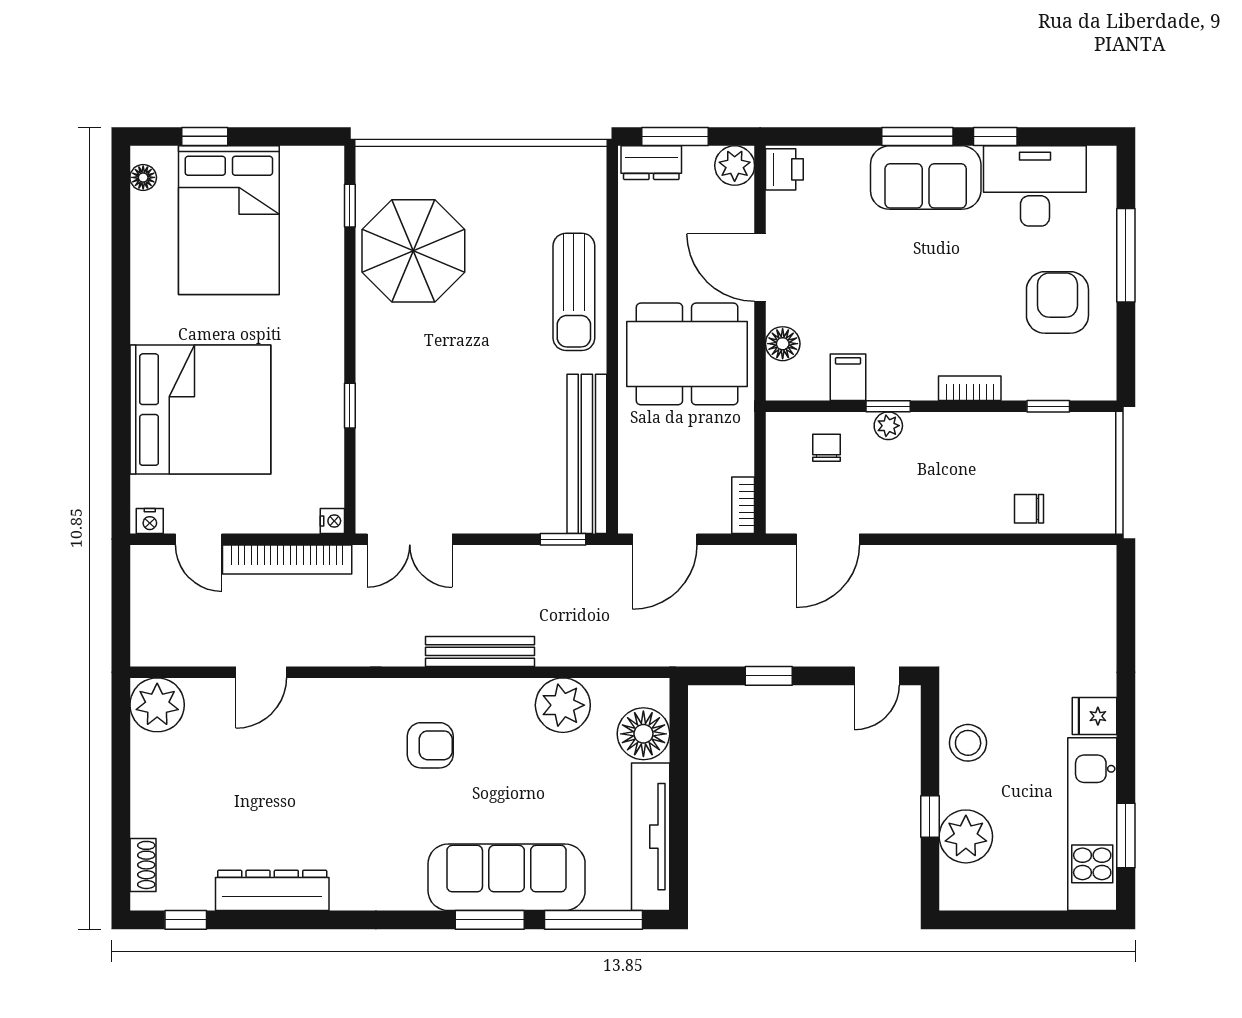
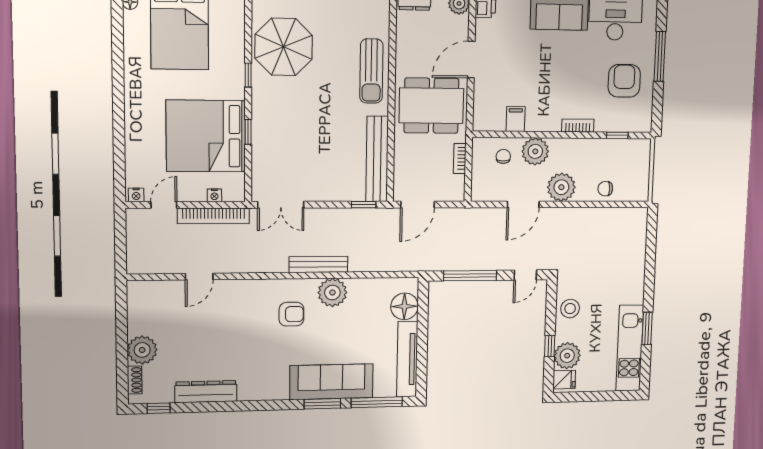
window: (350, 206) -> (248, 75), moved
door: (760, 268) -> (471, 60), hinge flipped
floor lamp: (783, 344) -> (482, 101), removed
window: (888, 406) -> (536, 135), removed
bed: (200, 410) -> (206, 136), moved, turned 180
plant: (888, 426) -> (535, 151), width x1.88, depth x1.88
bookcase: (743, 505) -> (460, 158), moved
plant: (942, 506) -> (561, 187), added
nightstand: (332, 521) -> (214, 195), moved, turned 90
door: (199, 539) -> (164, 205), swing flipped
door: (828, 539) -> (523, 204), moved
window: (769, 676) -> (470, 276), width x2.17
plant: (157, 705) -> (142, 350), moved
plant: (563, 705) -> (332, 292), moved
fridge: (1094, 716) -> (564, 380), moved, turned 180
window: (1126, 836) -> (647, 328), moved

